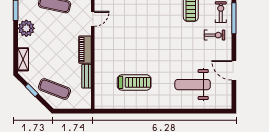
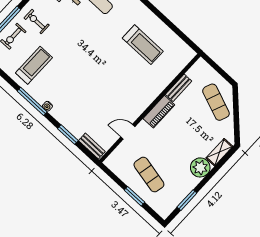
plant: (26, 28) -> (200, 167), moved
treadmill: (134, 82) -> (143, 45), turned 180
window: (32, 90) -> (236, 119), removed

